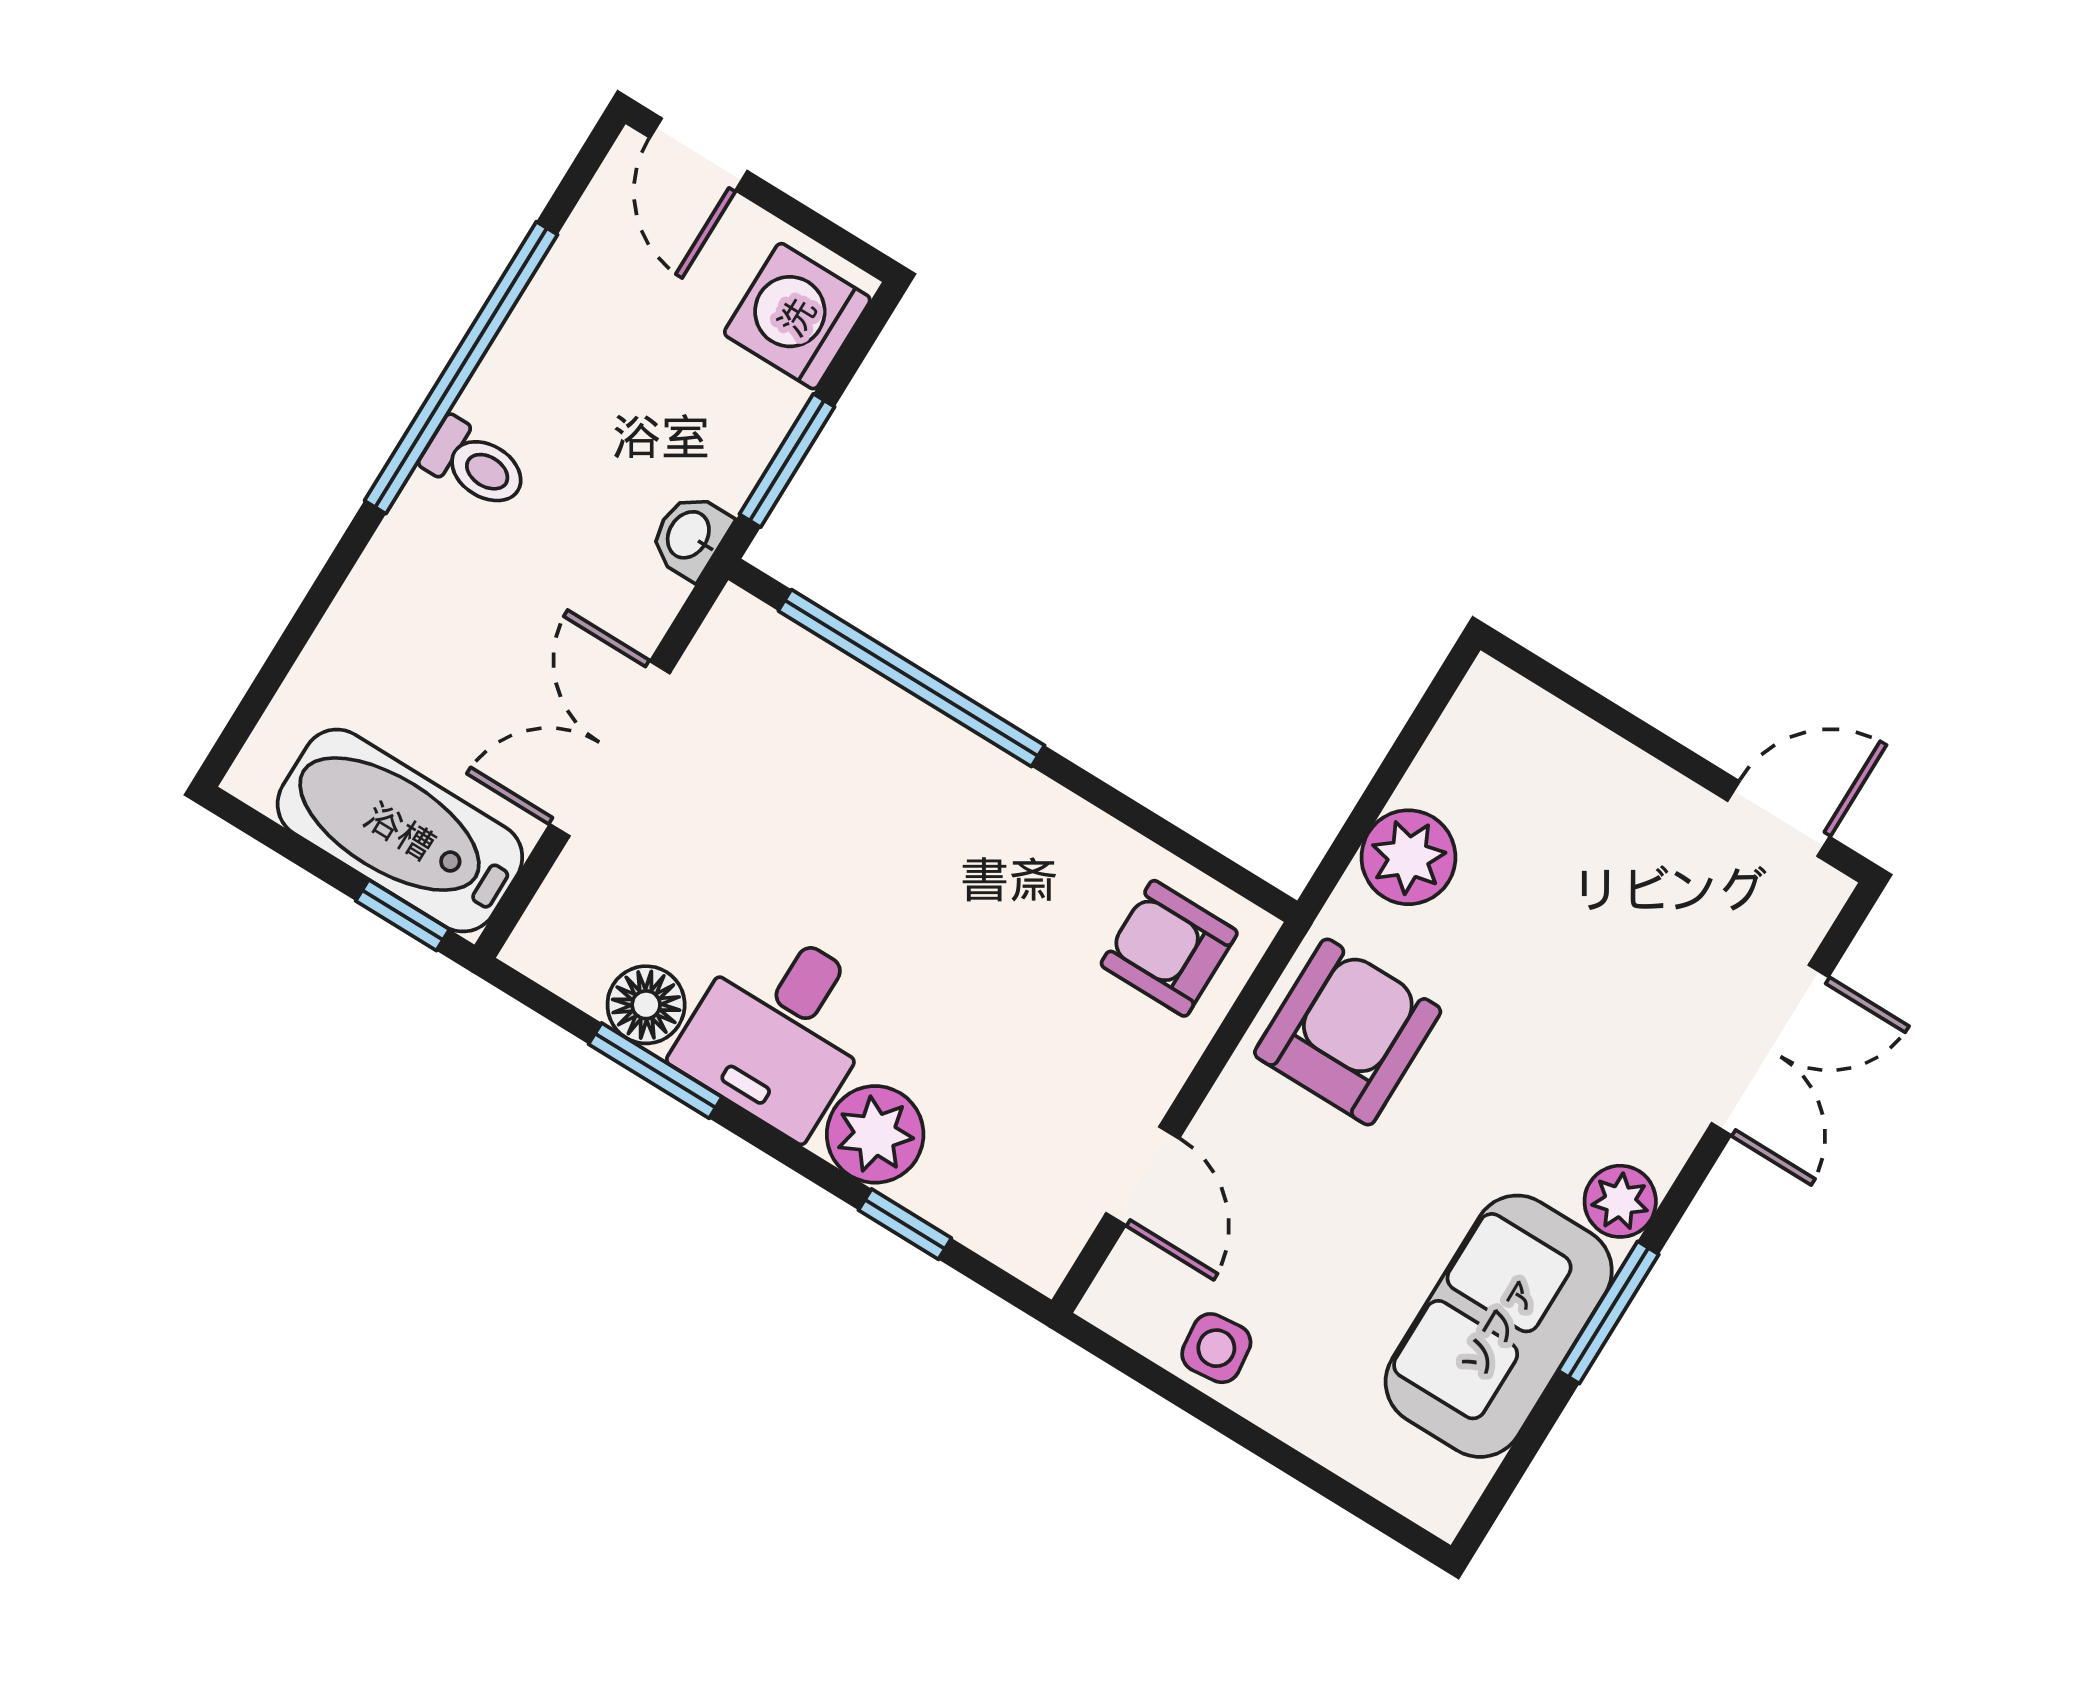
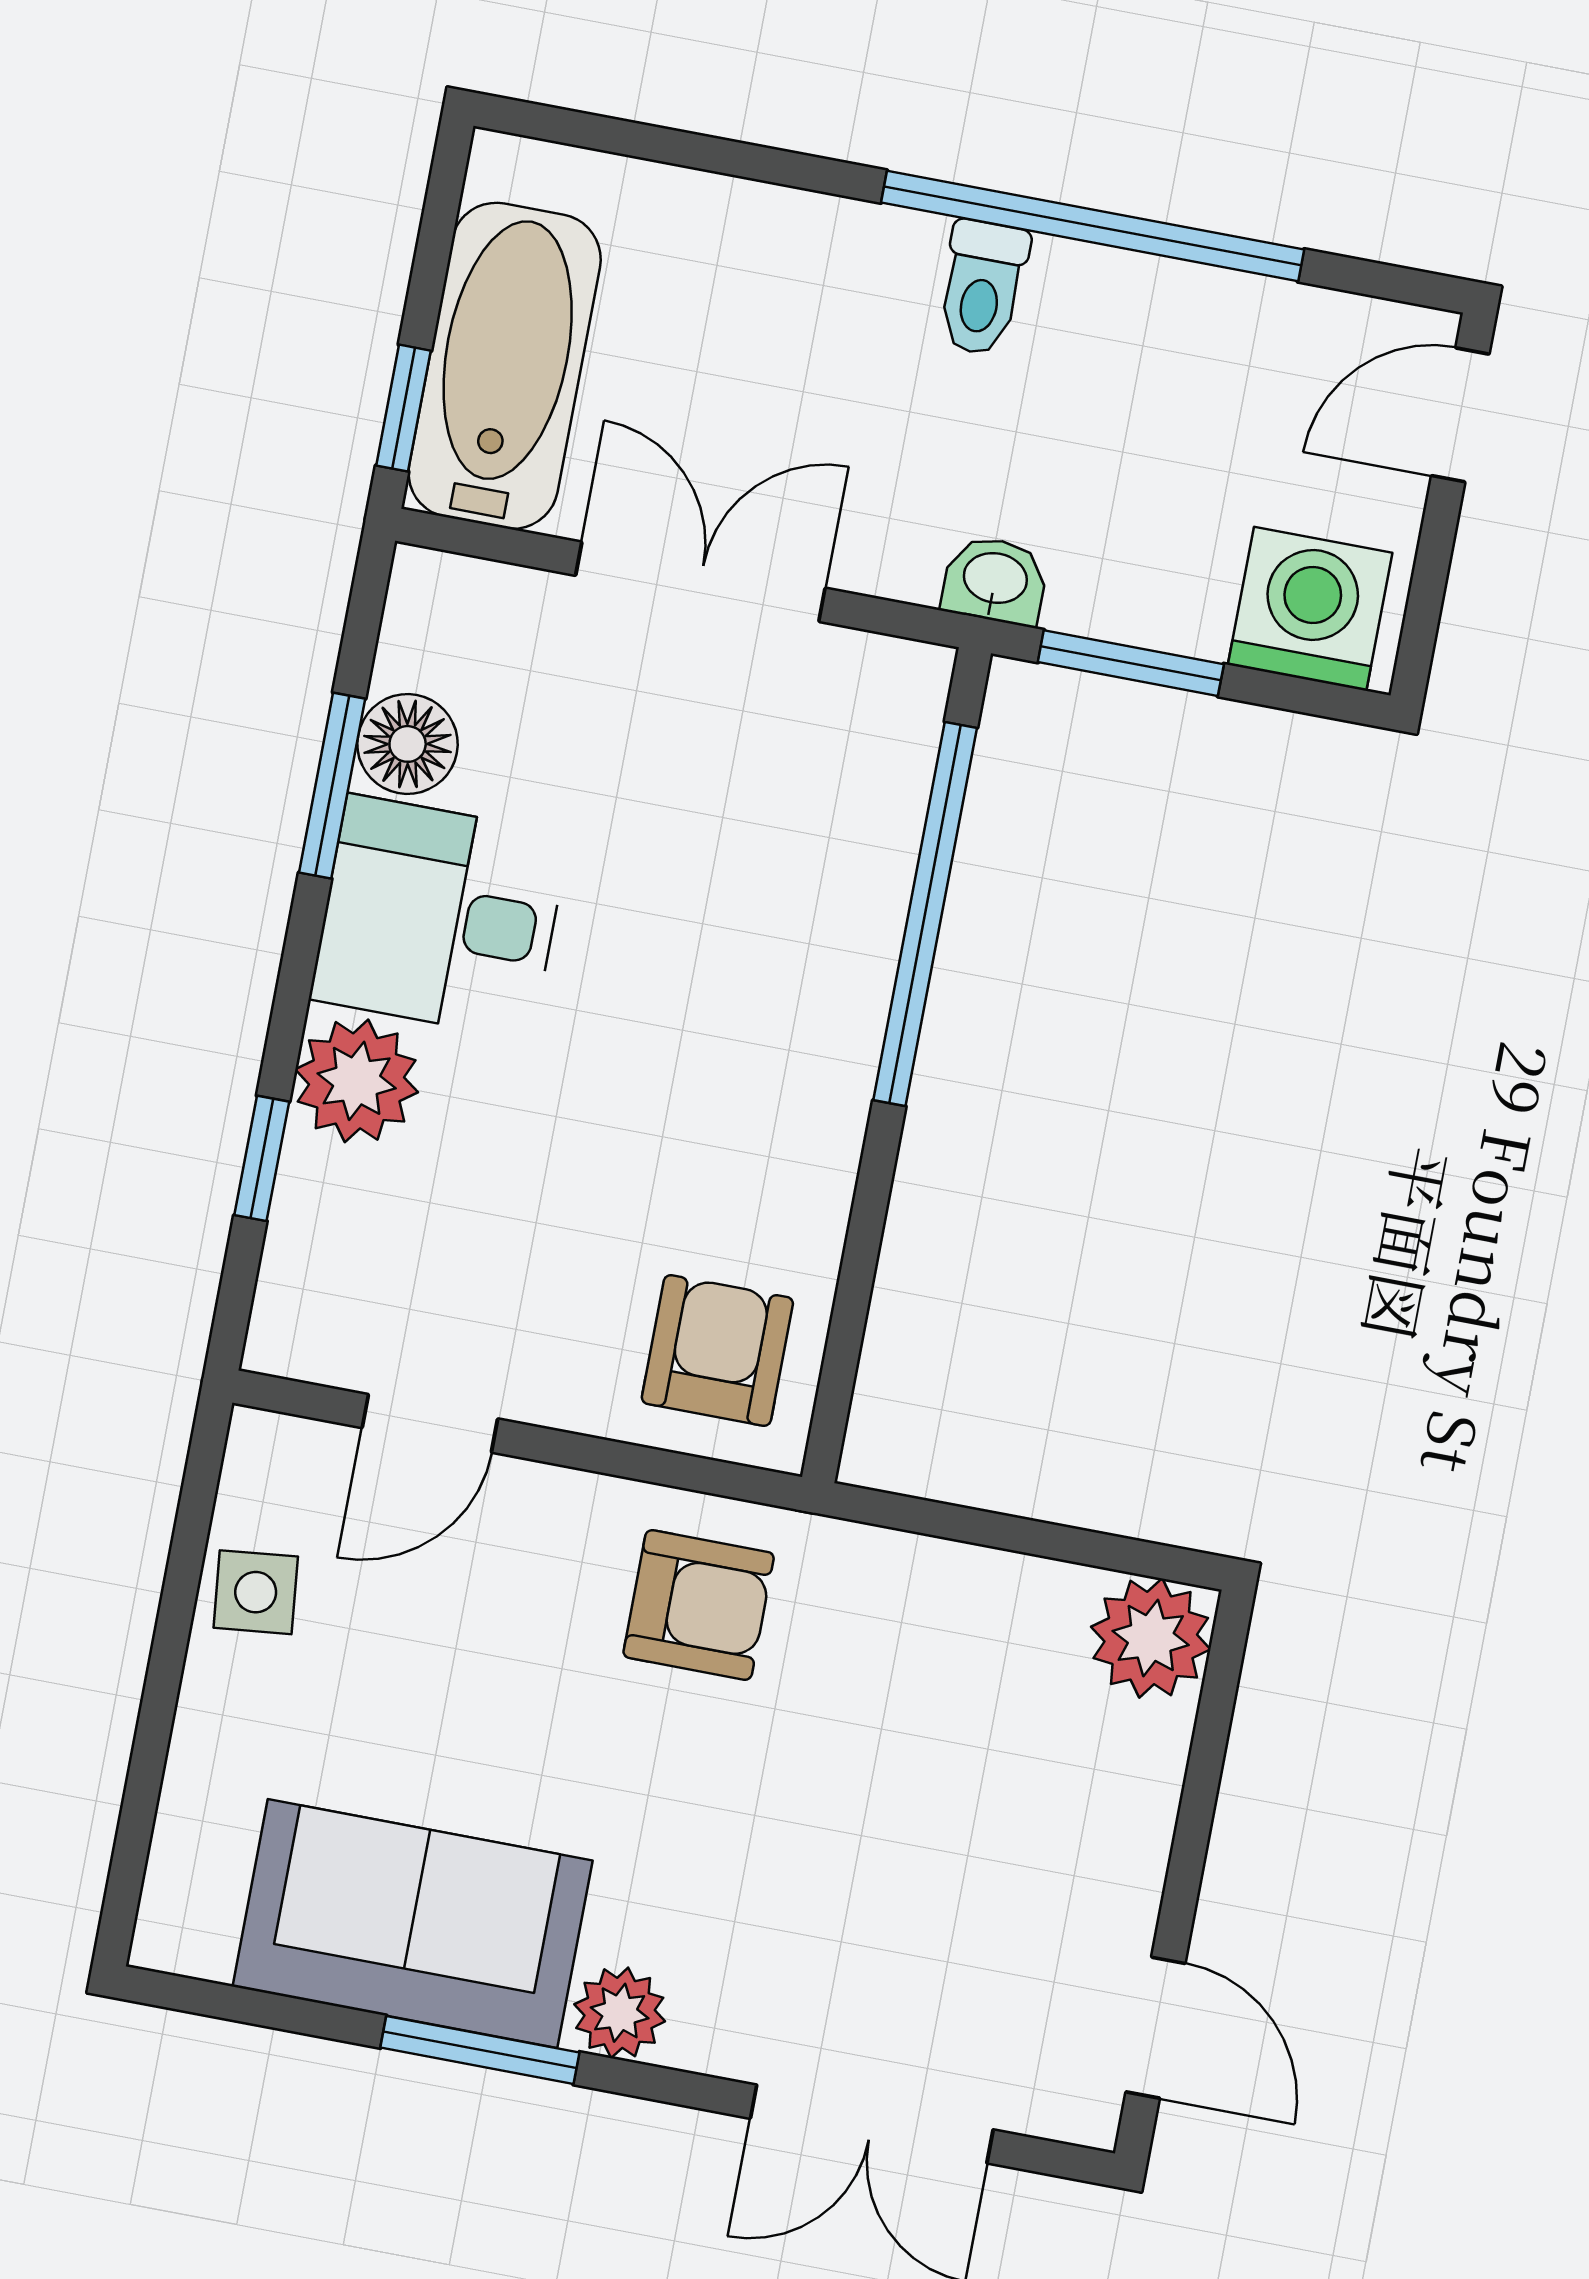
plant: (1408, 857) -> (1151, 1638), moved
armchair: (1348, 1032) -> (699, 1605), width x0.72, depth x0.72

